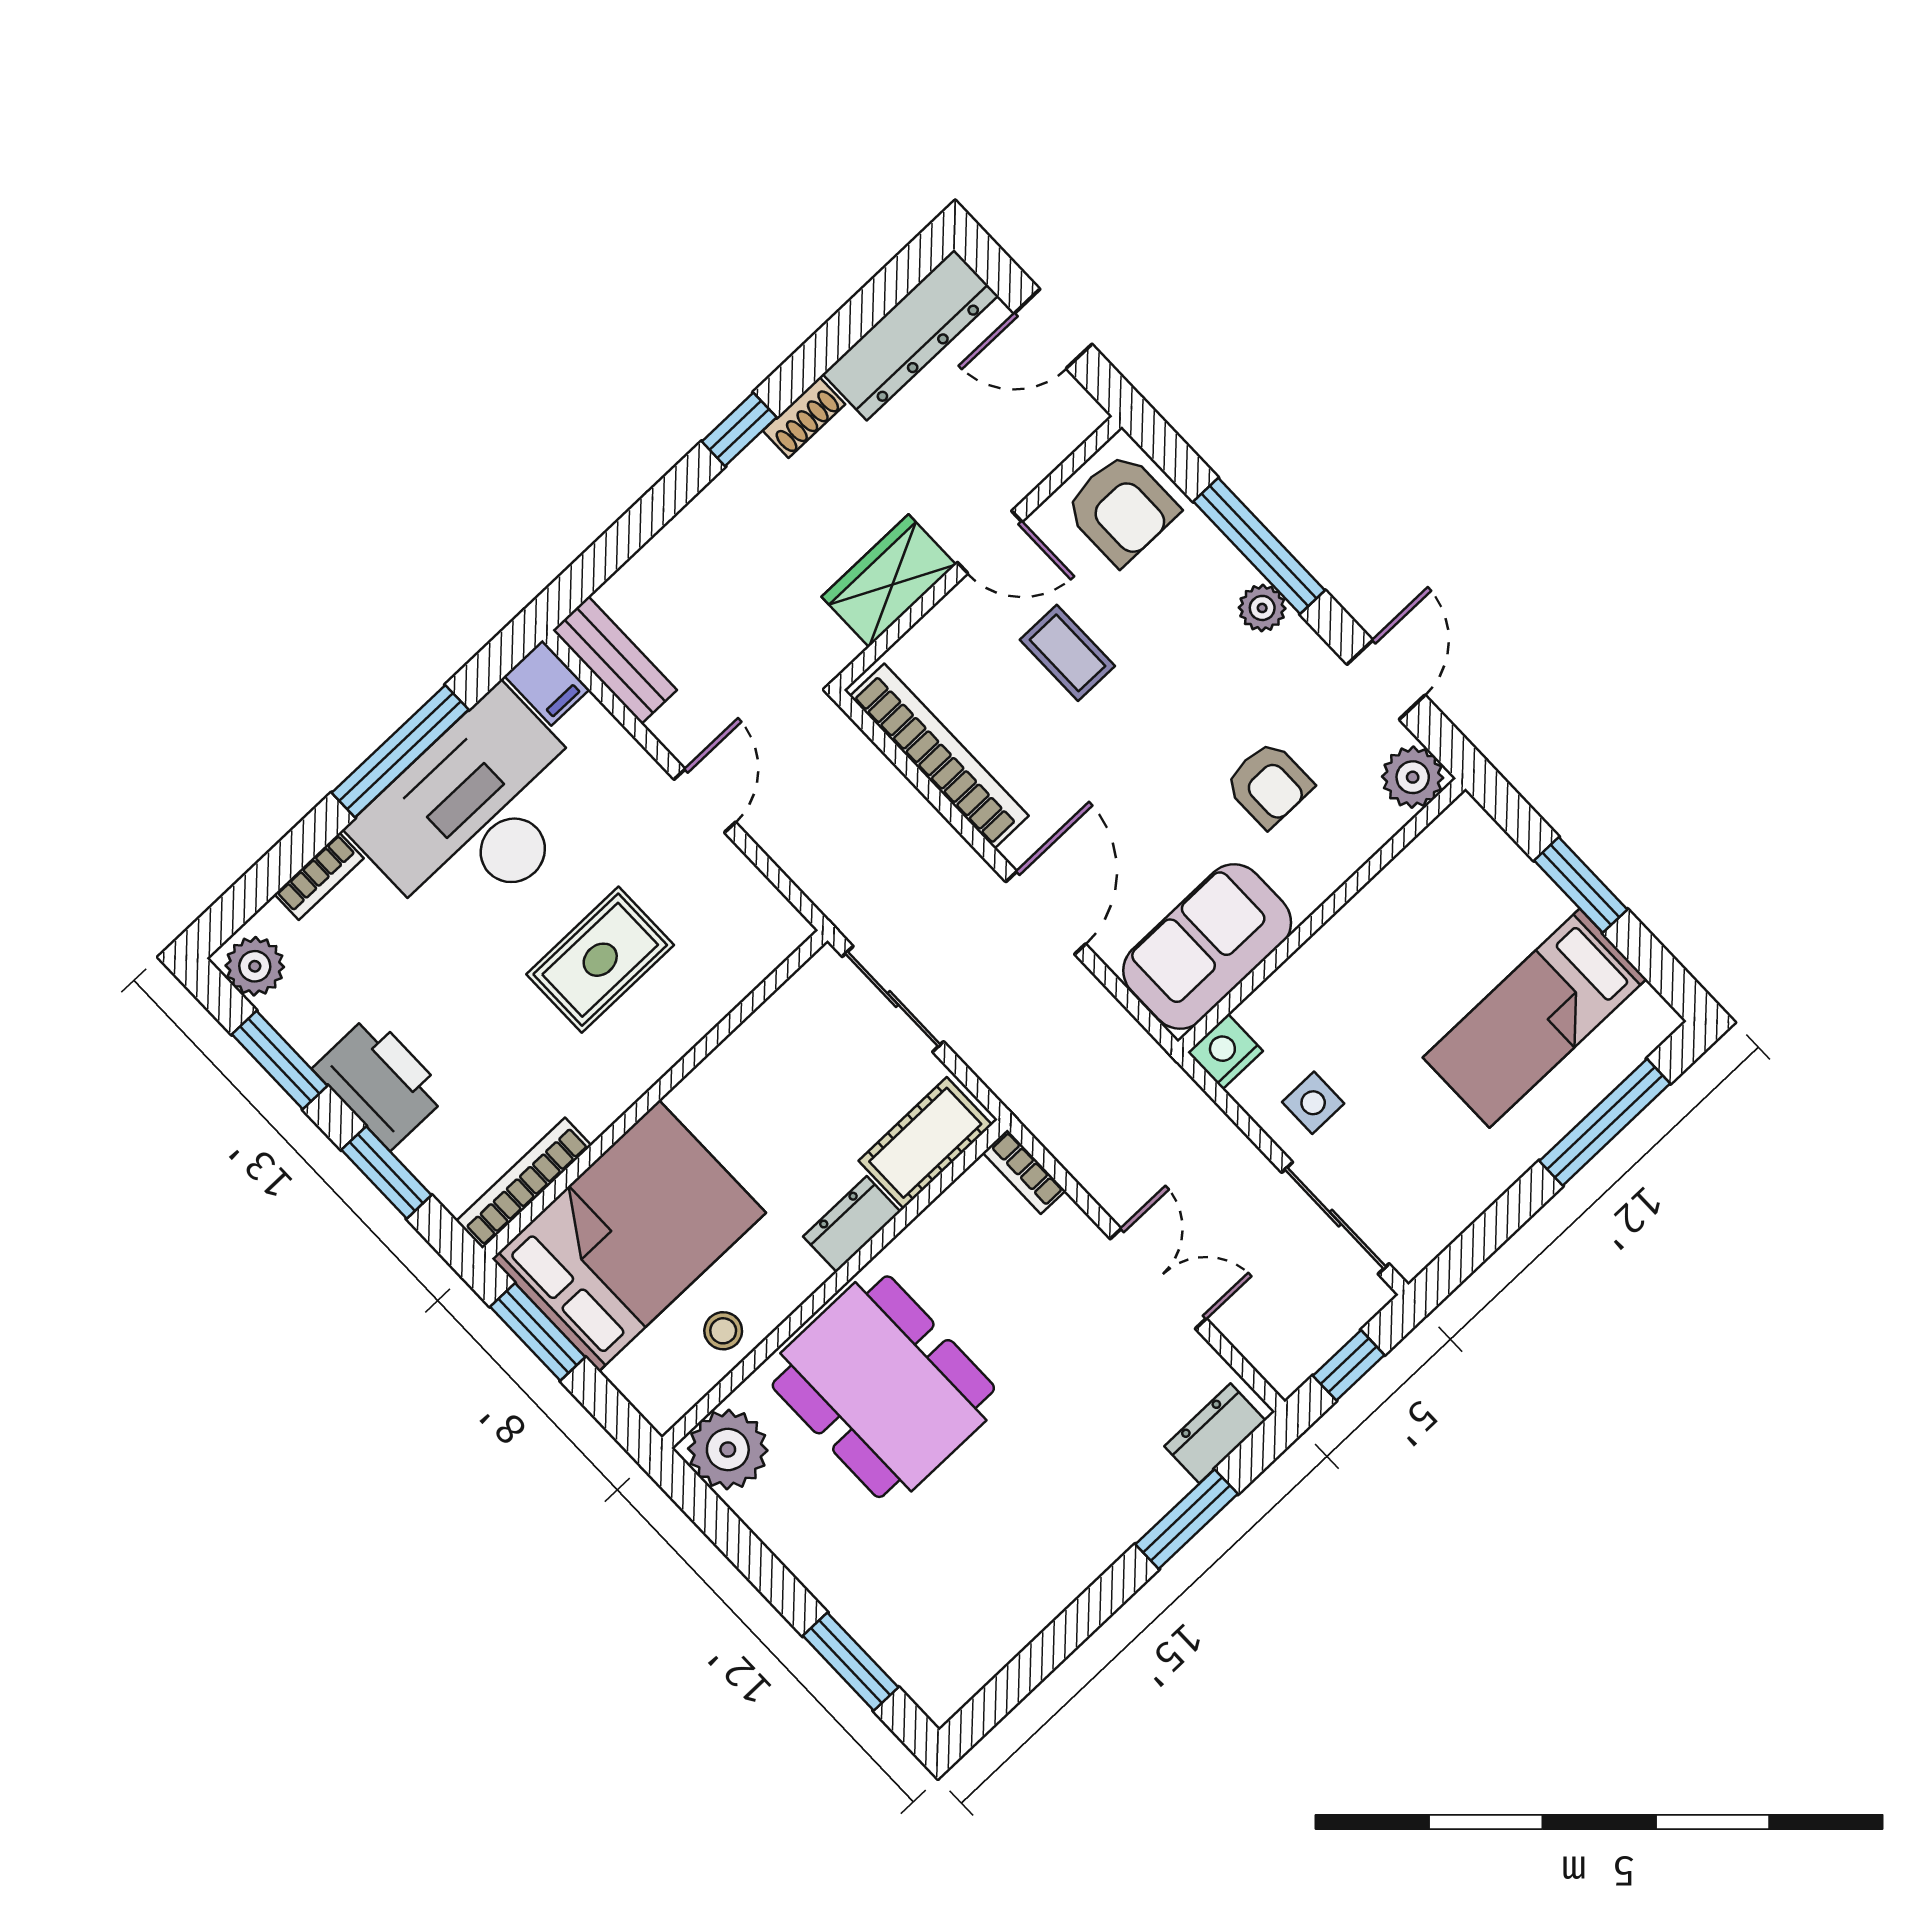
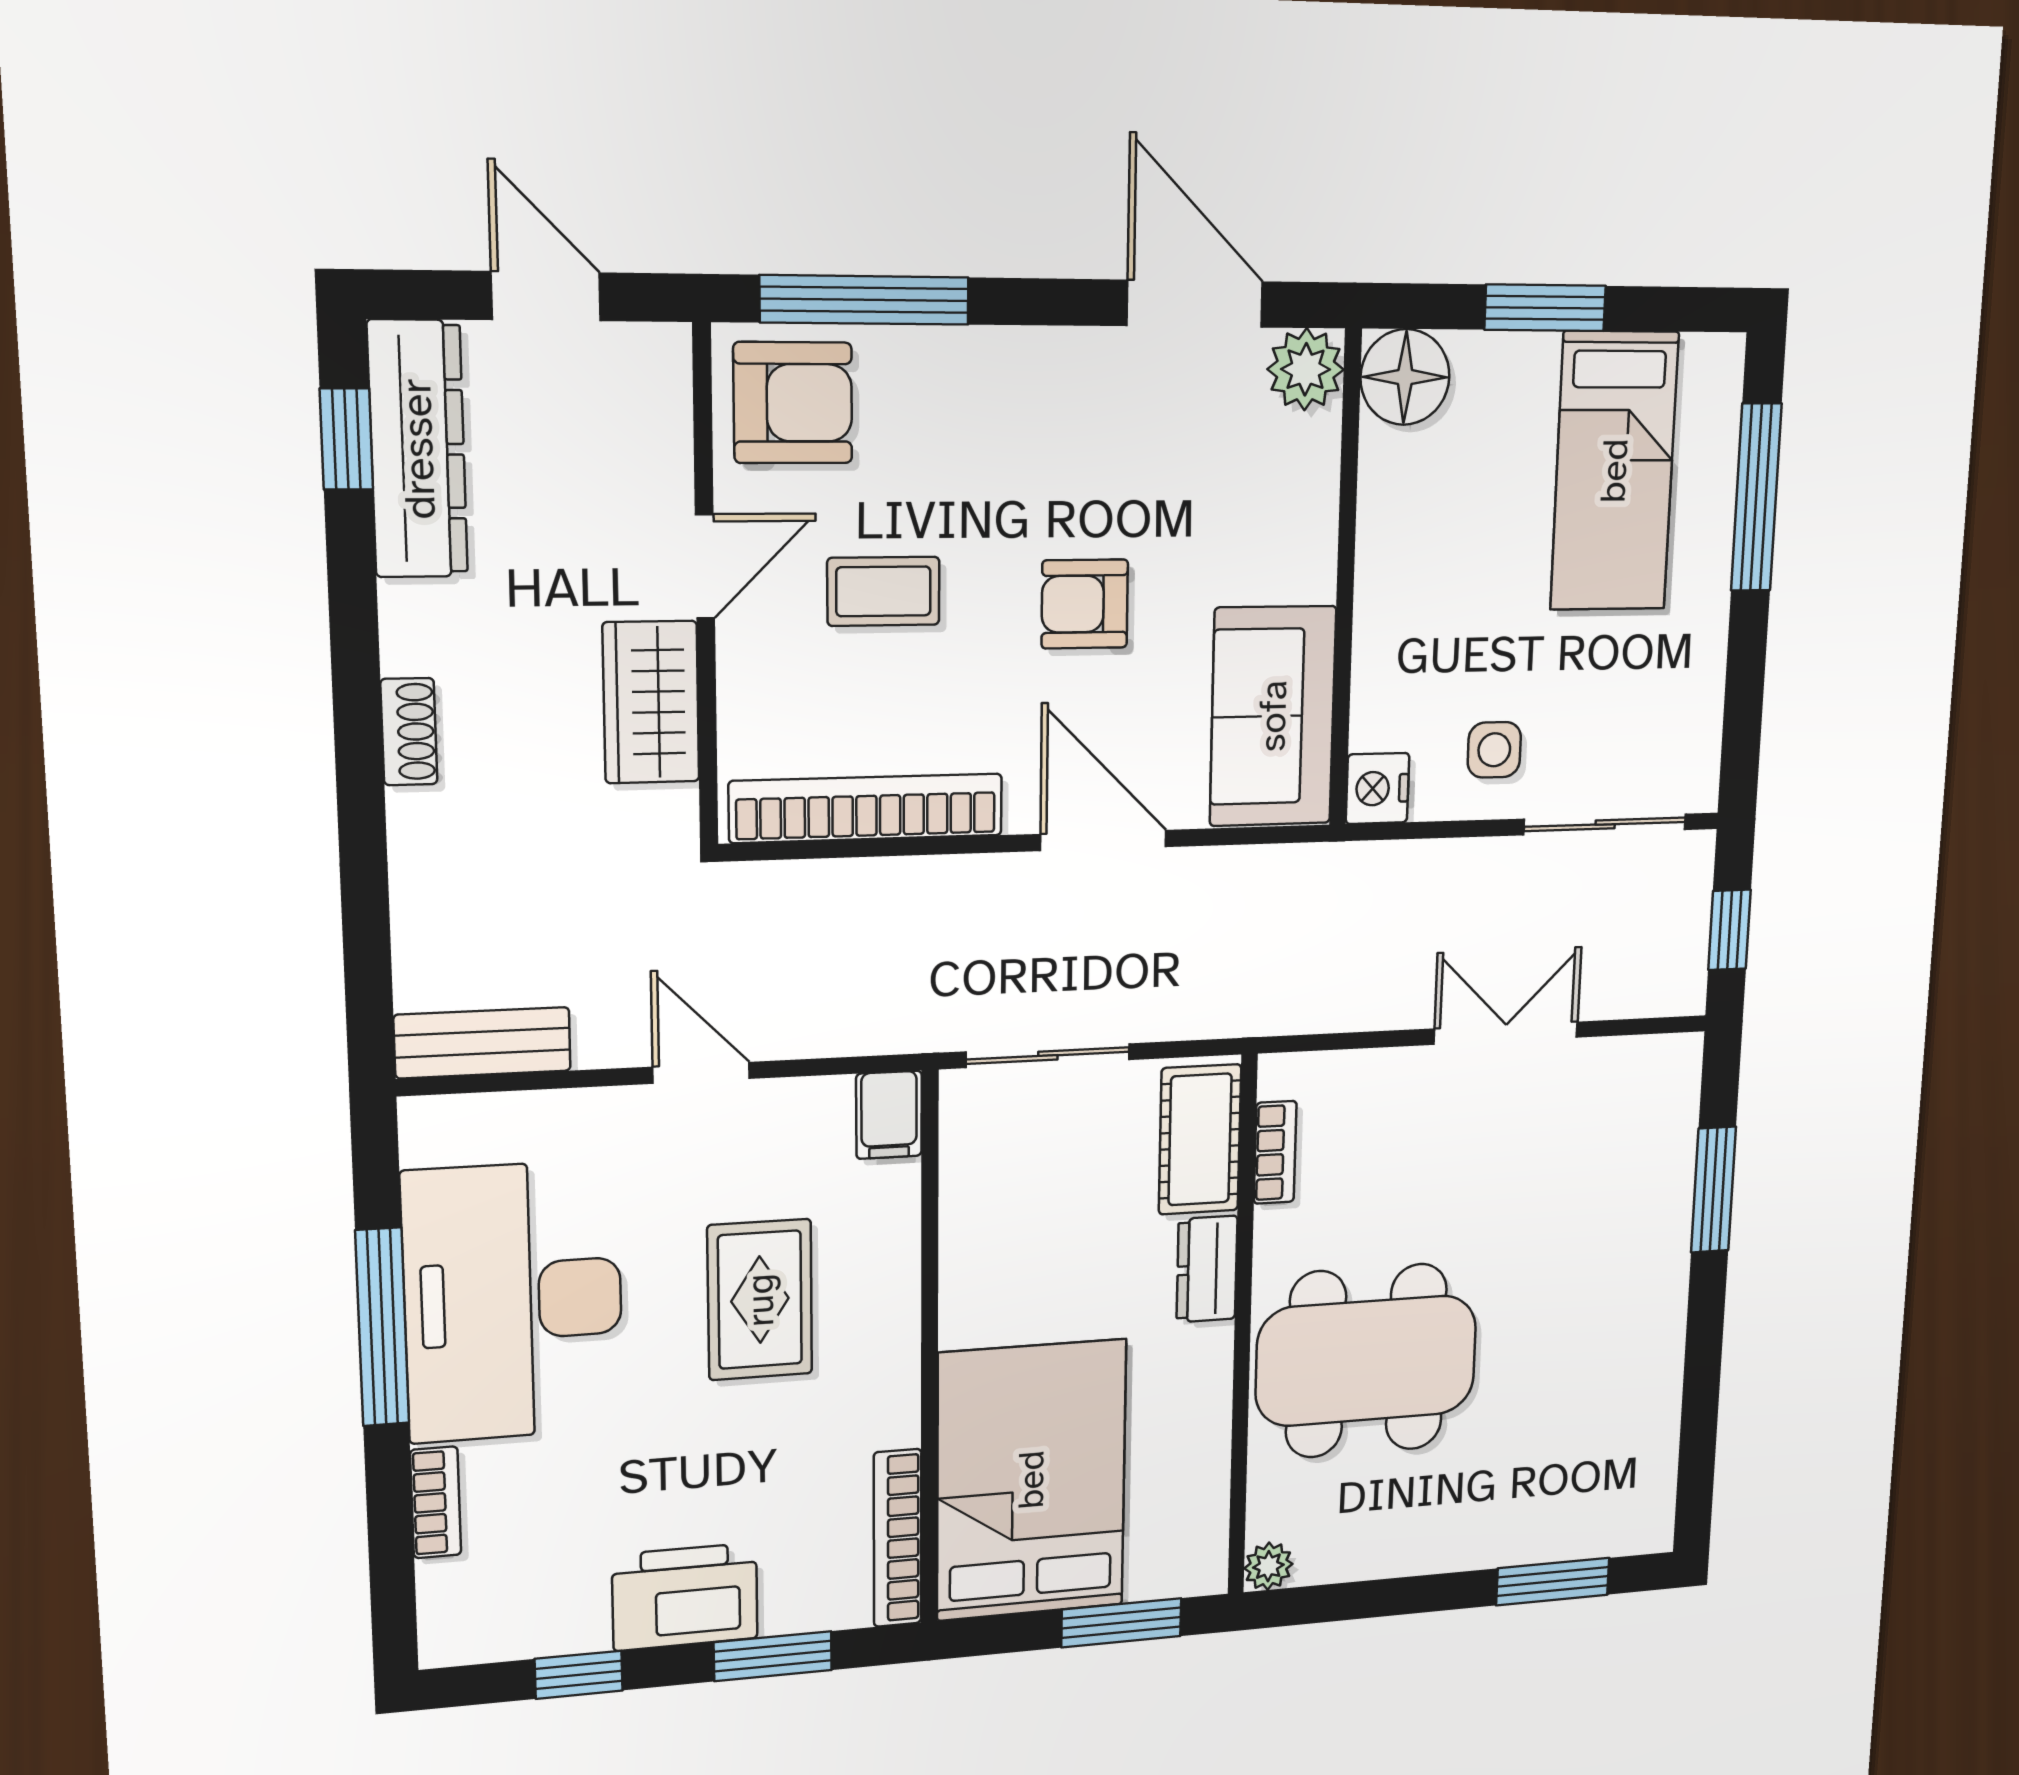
door: (1053, 329) -> (546, 296), swing flipped
shoe rack: (804, 418) -> (409, 732), moved
window: (739, 429) -> (346, 439), moved
window: (1259, 546) -> (865, 300), moved
plant: (1262, 608) -> (1017, 357), removed
door: (1386, 680) -> (1195, 304), width x1.38
filing cabinet: (547, 683) -> (889, 1115), moved, turned 90
armchair: (1269, 784) -> (1085, 604), moved, turned 180
floor lamp: (1464, 839) -> (1405, 377), added
plant: (255, 966) -> (468, 1630), removed
window: (280, 1060) -> (579, 1675), width x0.67
bookcase: (1024, 1172) -> (1275, 1152), moved, turned -90
stool: (723, 1331) -> (1190, 1464), removed
window: (538, 1332) -> (1121, 1623), moved
dresser: (1215, 1433) -> (1672, 1101), removed
plant: (728, 1449) -> (1268, 1566), width x0.53, depth x0.53

